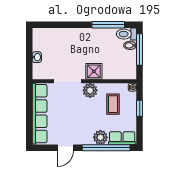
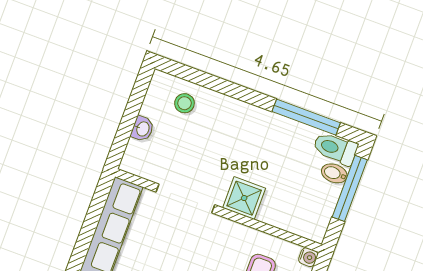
stool: (51, 39) -> (184, 103), added
plant: (90, 90) -> (223, 233), removed

